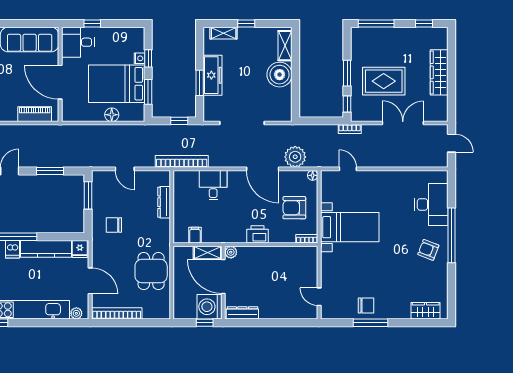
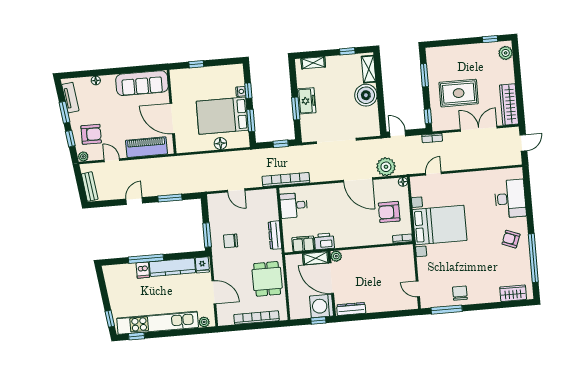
window: (246, 24) -> (347, 51), moved
window: (376, 24) -> (448, 43), removed
plant: (440, 41) -> (506, 53), added
desk: (78, 42) -> (185, 82), removed
wardrobe: (439, 72) -> (509, 104), moved
window: (347, 73) -> (424, 75), moved
freezer: (213, 75) -> (307, 101), width x0.71
piano: (35, 114) -> (147, 147), width x1.37, depth x1.33
door: (311, 121) -> (398, 134), added
door: (452, 143) -> (523, 143), hinge flipped
door: (348, 169) -> (434, 173), hinge flipped
desk: (213, 185) -> (294, 205), moved, turned -90
window: (88, 195) -> (207, 235), moved
dresser: (164, 202) -> (275, 235), moved
bed with nightstands: (350, 227) -> (440, 225), width x1.36
printer: (257, 234) -> (324, 241), moved
filing cabinet: (195, 235) -> (303, 244), width x2.00
window: (452, 235) -> (533, 258), moved
chair: (366, 306) -> (460, 293), turned -90
bookcase: (117, 313) -> (257, 318), moved
window: (371, 323) -> (447, 310), moved

